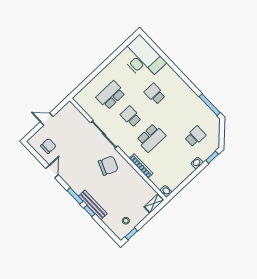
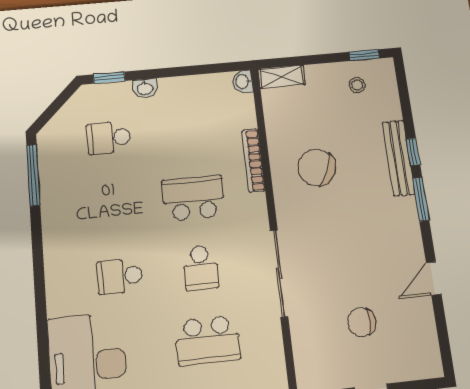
school desk: (155, 94) -> (120, 276), turned 90
chair: (48, 146) -> (362, 322), moved
chair: (108, 166) -> (317, 167), moved

